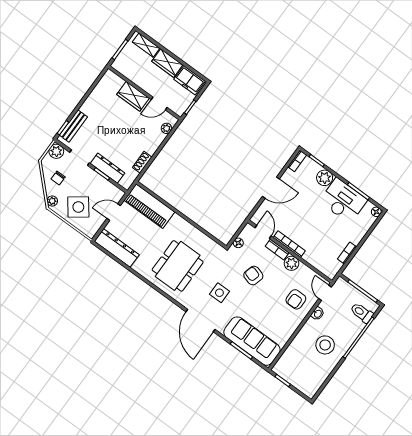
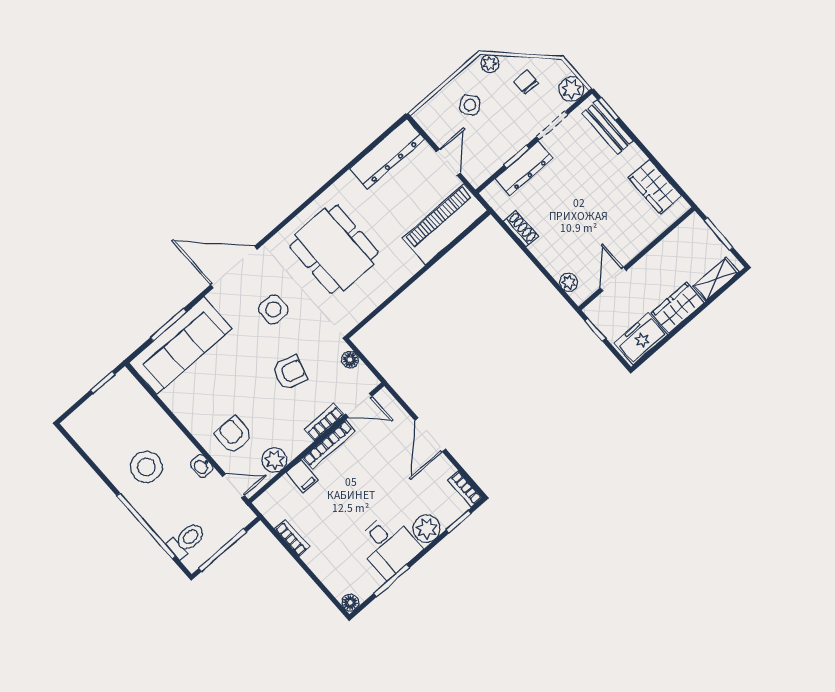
wardrobe: (133, 96) -> (655, 187), moved, turned -90
desk: (343, 201) -> (388, 545), width x0.73
side table: (78, 207) -> (470, 105), width x0.54, depth x0.54
filing cabinet: (311, 255) -> (302, 476), added
plant: (291, 263) -> (274, 460), moved

